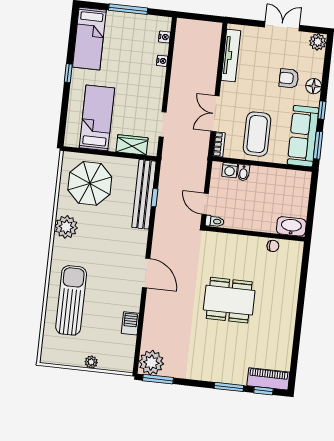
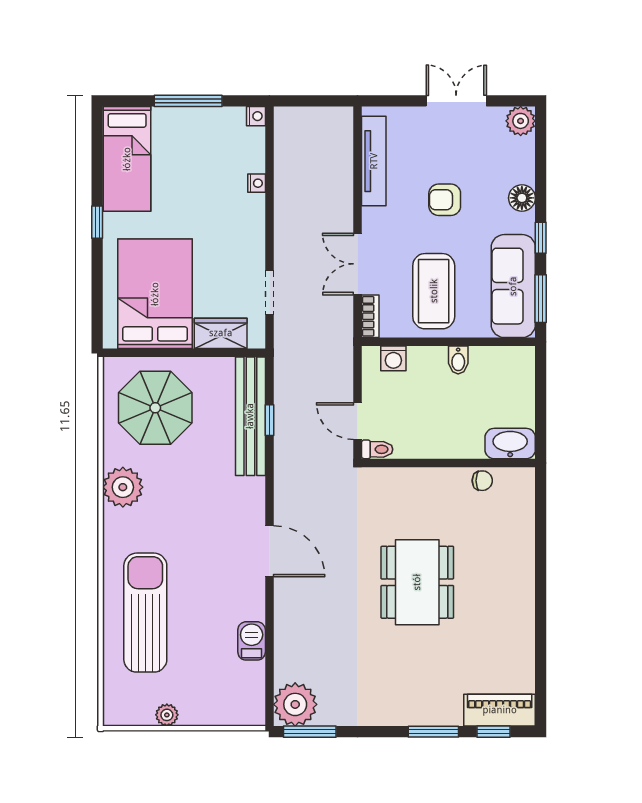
nightstand: (164, 37) -> (256, 116), moved
armchair: (289, 78) -> (445, 200), moved
bed: (97, 118) -> (155, 294), width x1.50
bidet: (243, 173) -> (458, 360), moved
dining table: (229, 300) -> (417, 582), turned 90
plant: (91, 362) -> (167, 715), moved

